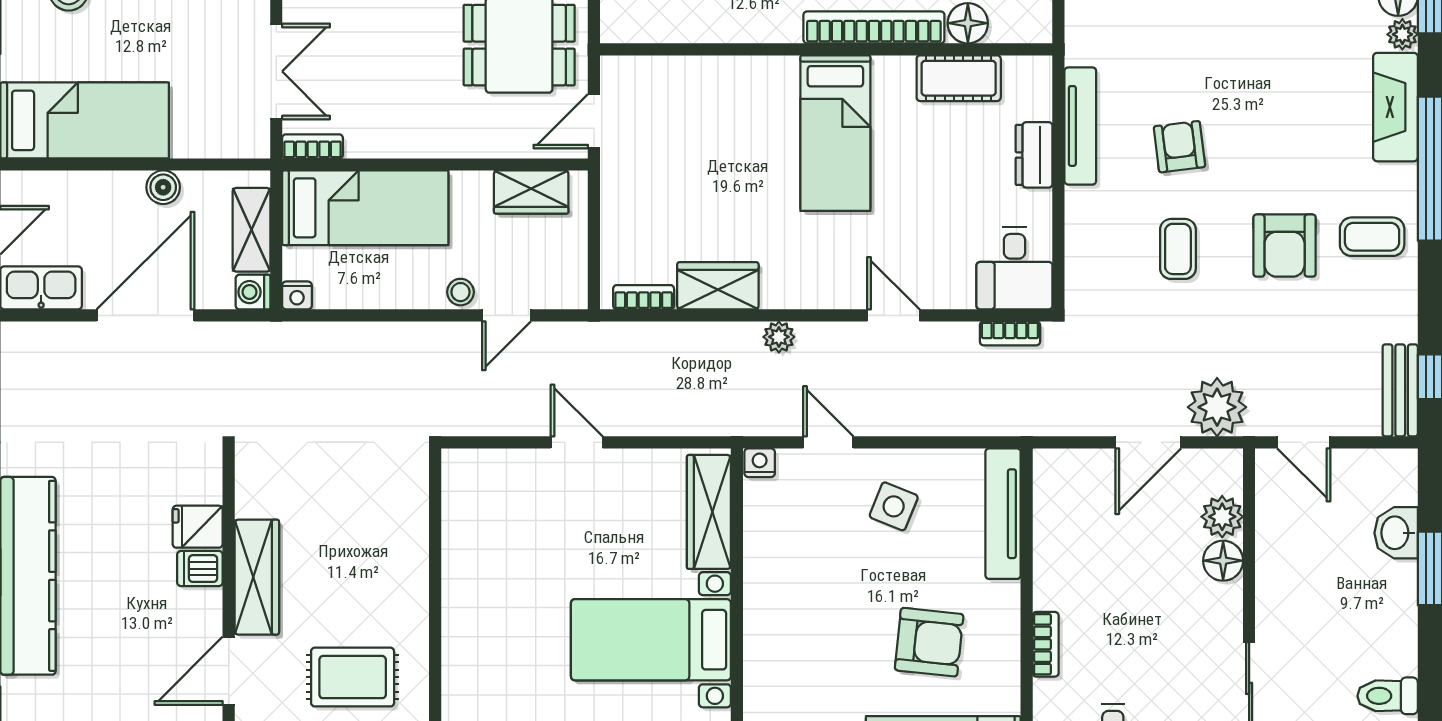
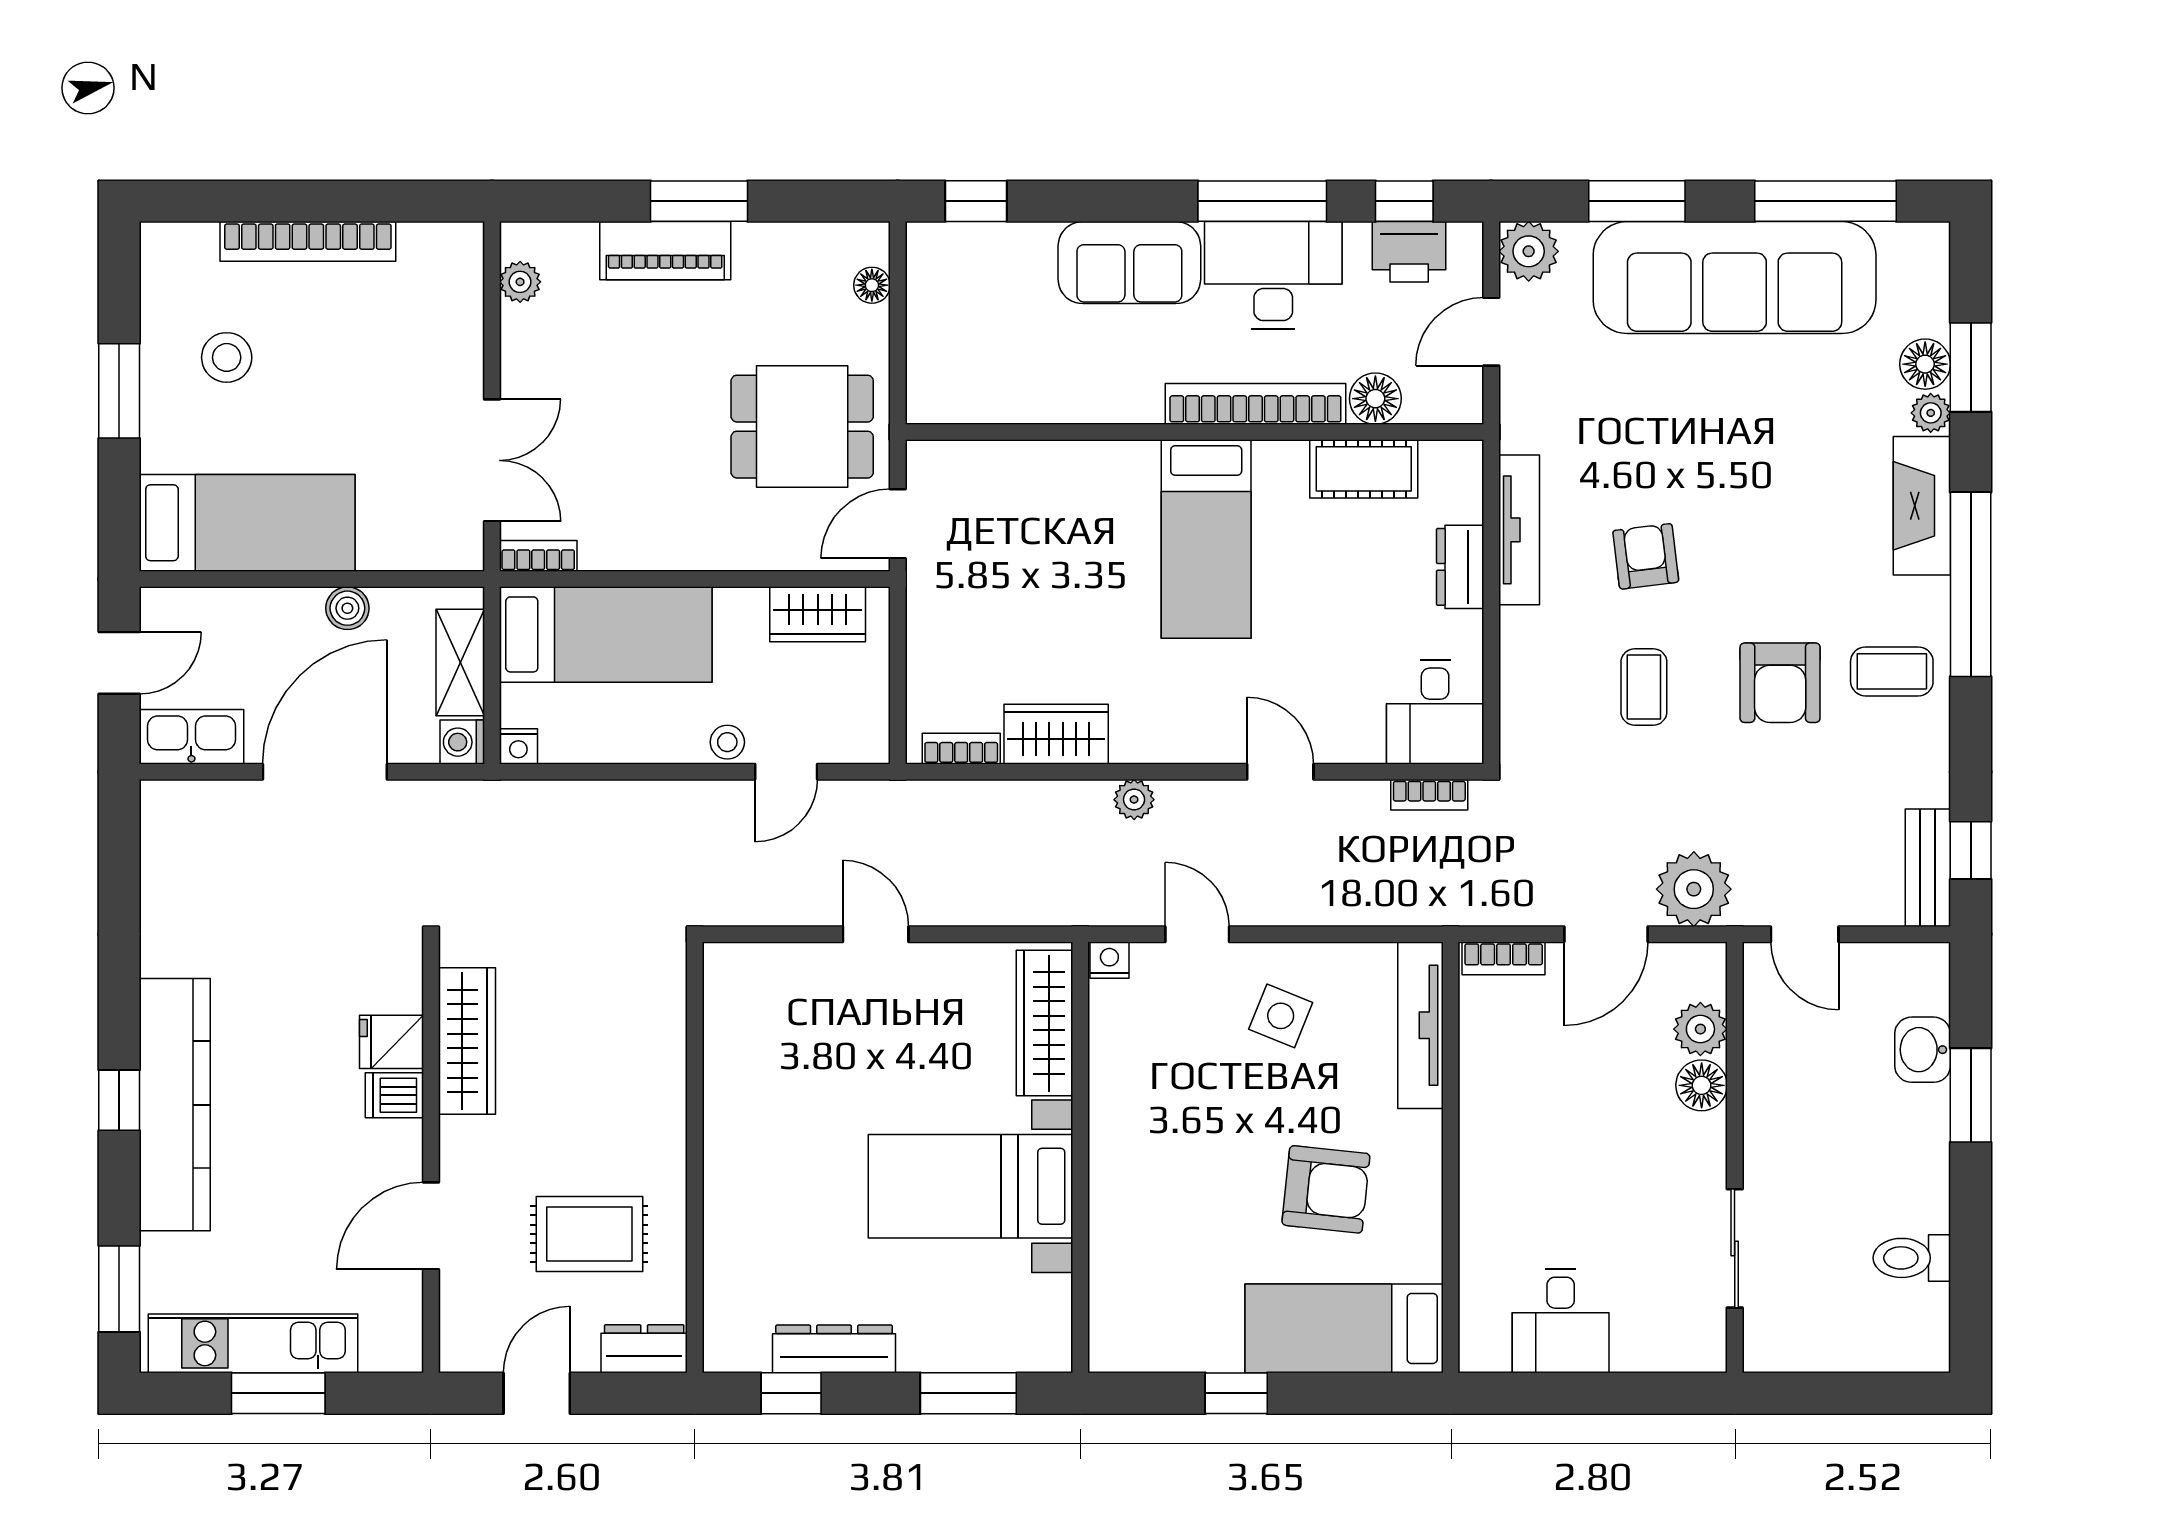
wardrobe: (257, 577) -> (467, 1041), moved
bookcase: (1046, 644) -> (1504, 958), moved, turned 90

